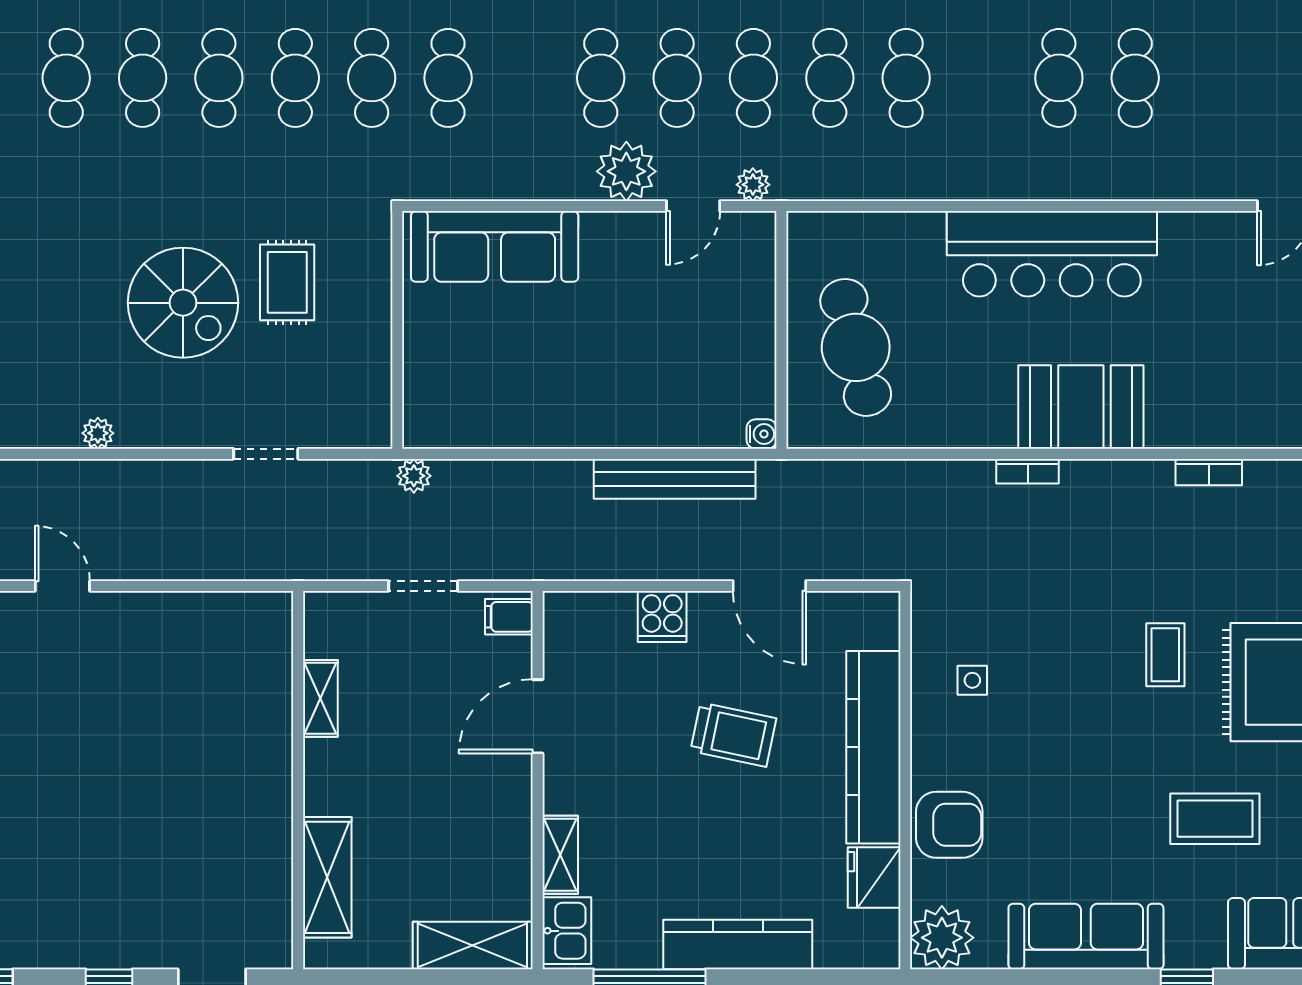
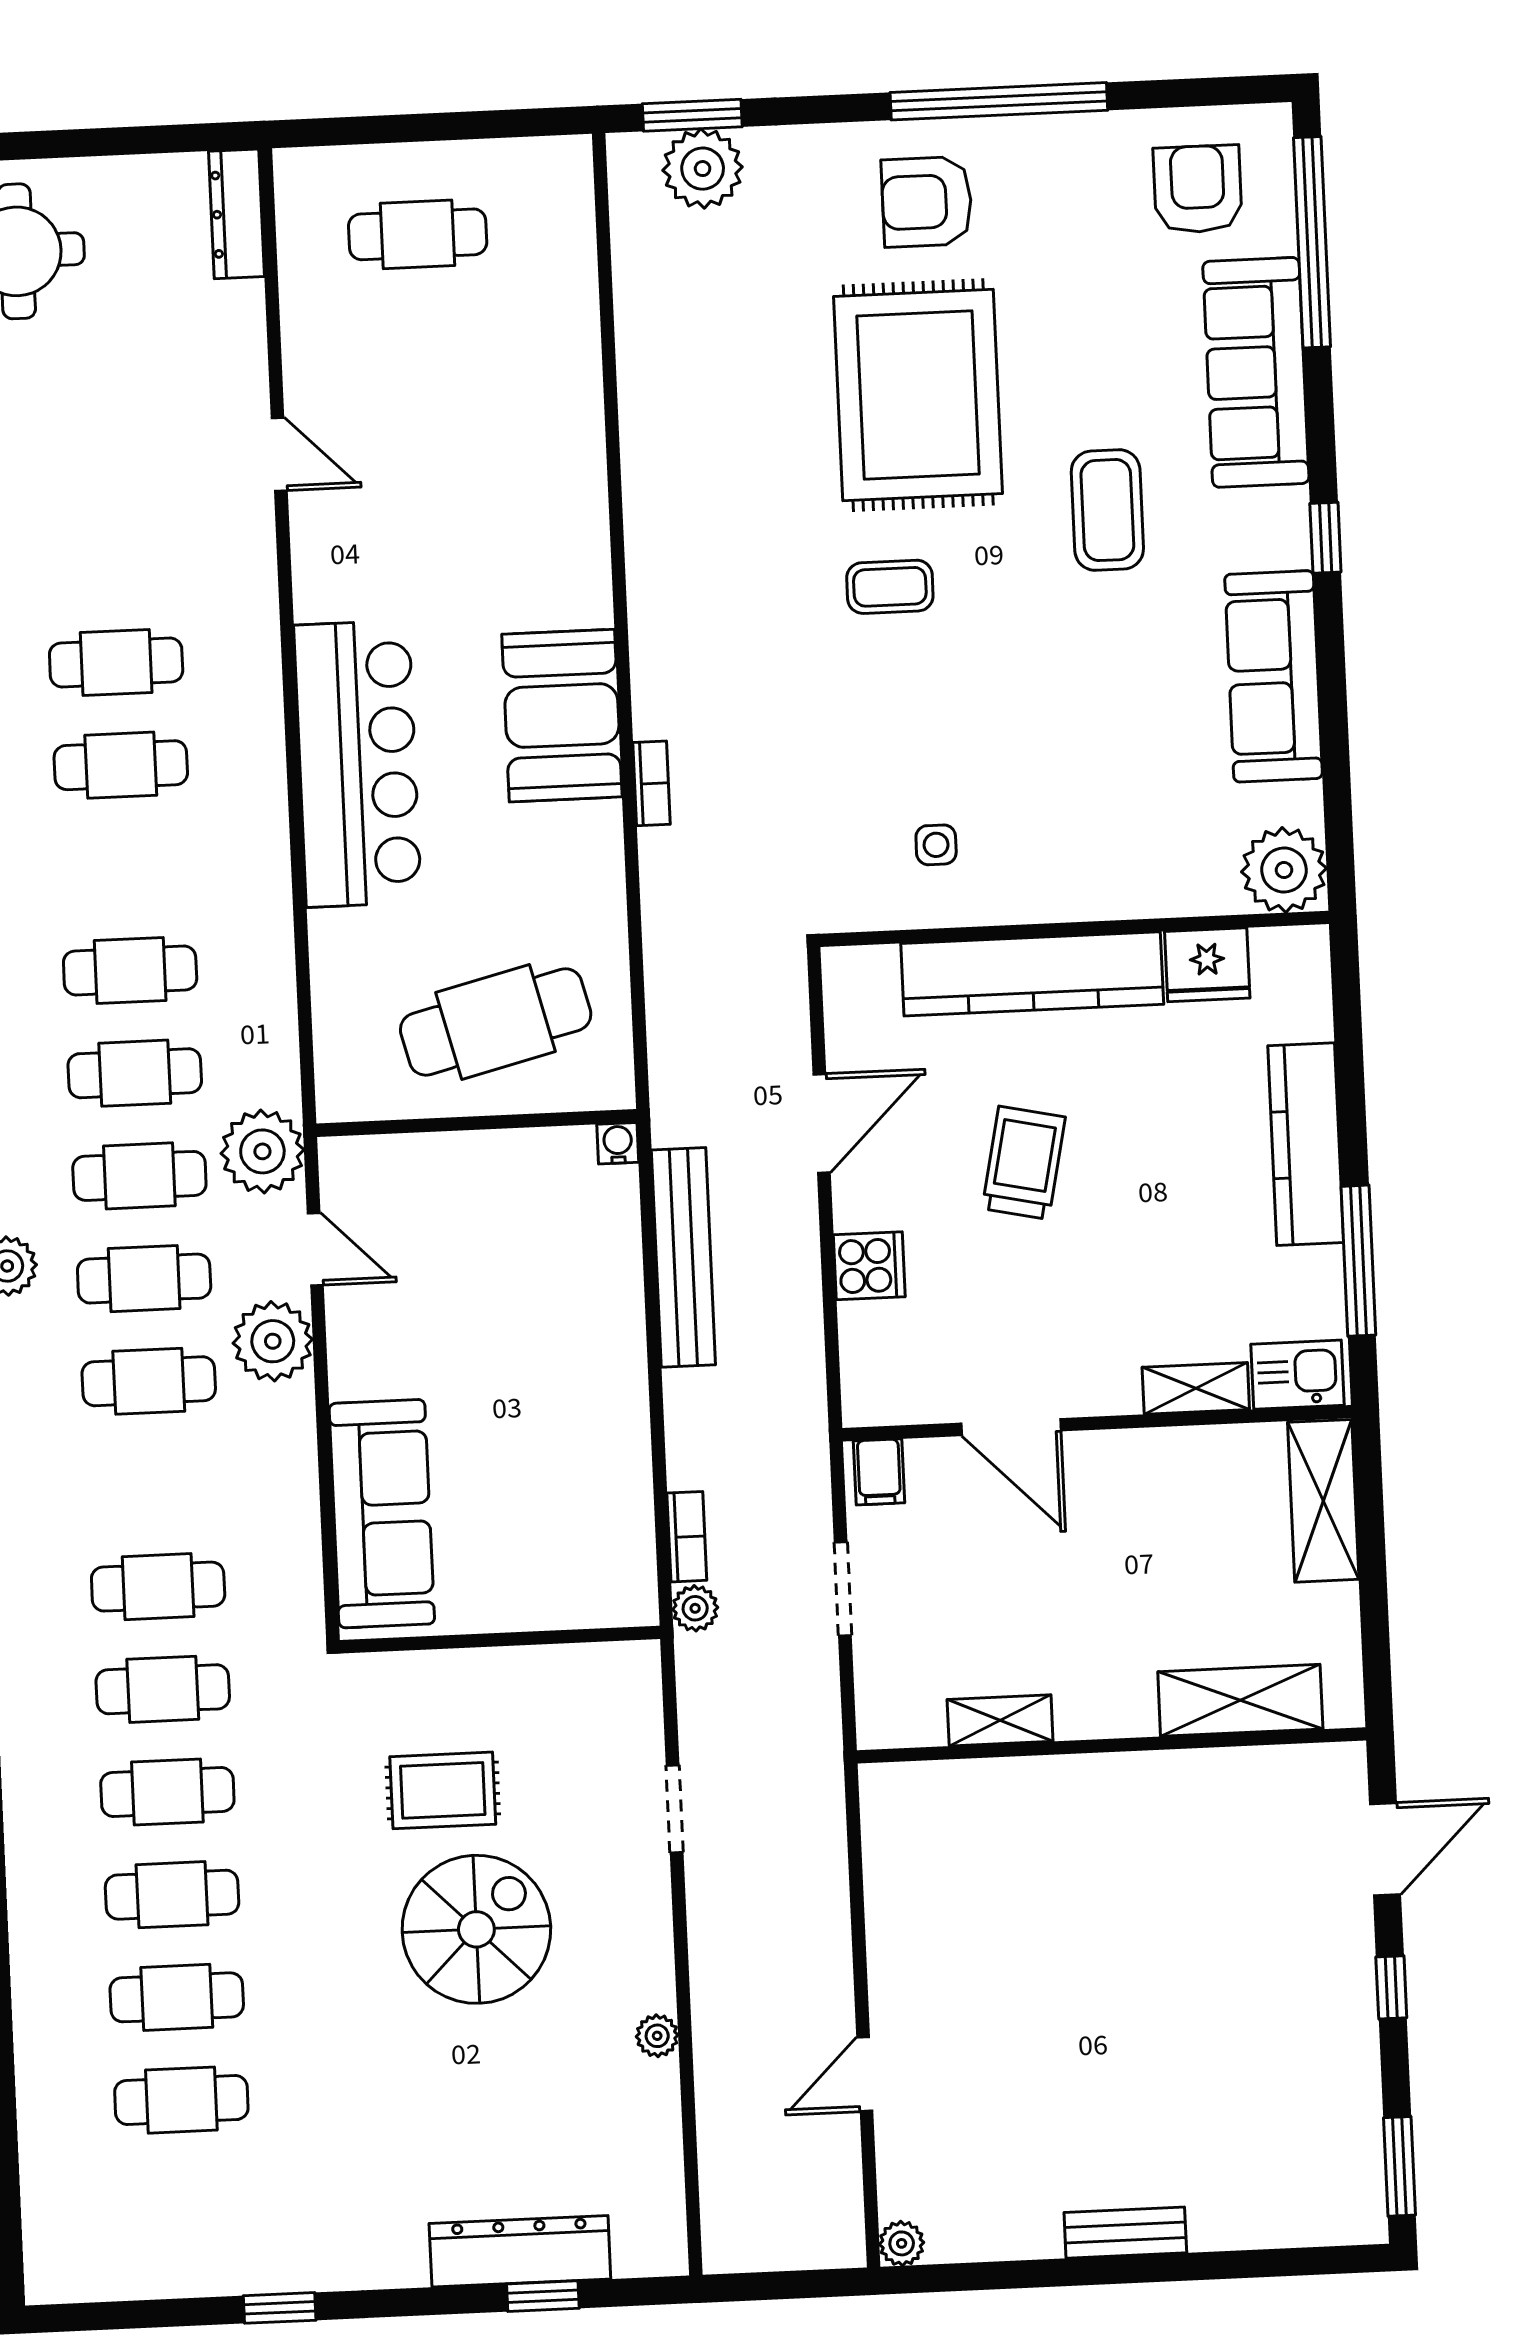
plant: (753, 185) -> (262, 1151), width x1.88, depth x1.88
bookcase: (1209, 472) -> (687, 1537), moved
armchair: (949, 825) -> (1132, 867), removed

